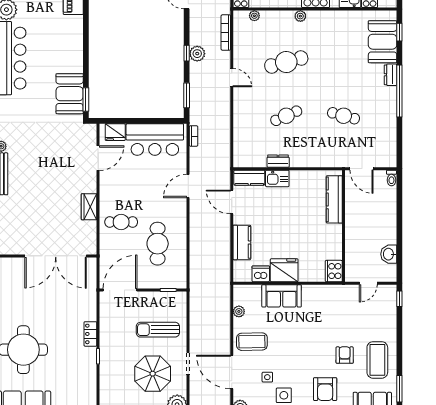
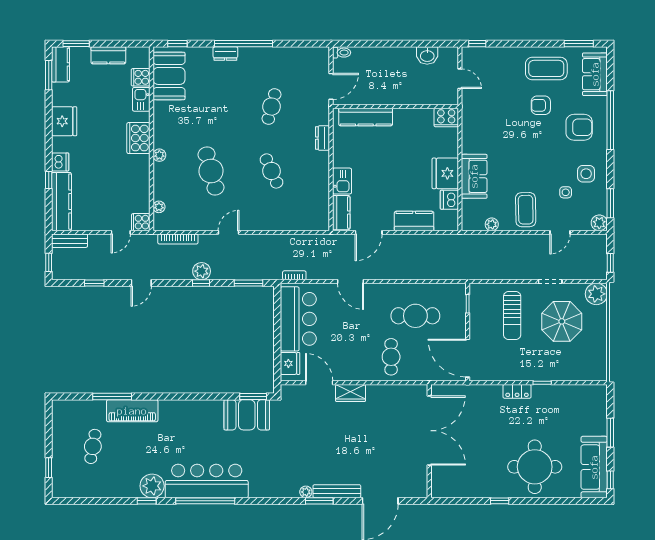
booth: (383, 42) -> (169, 76), moved, turned 90
dresser: (278, 161) -> (322, 138), moved
wardrobe: (89, 207) -> (351, 393), moved
door: (232, 372) -> (560, 232), width x0.53

